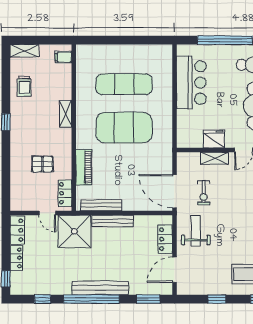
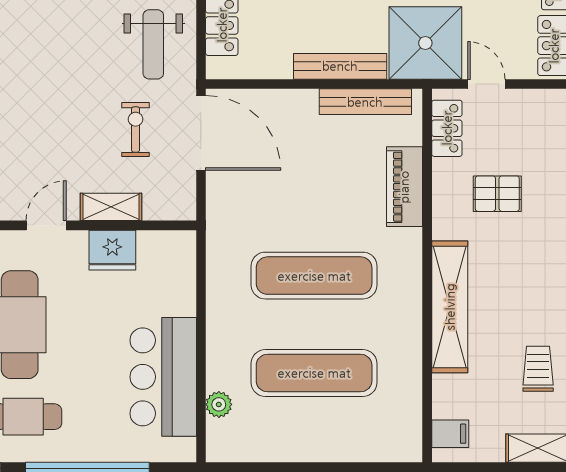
plant: (167, 70) -> (219, 404), added
shelving: (66, 114) -> (450, 307), width x2.20, depth x1.33
exercise mat: (124, 128) -> (314, 276), width x0.68

